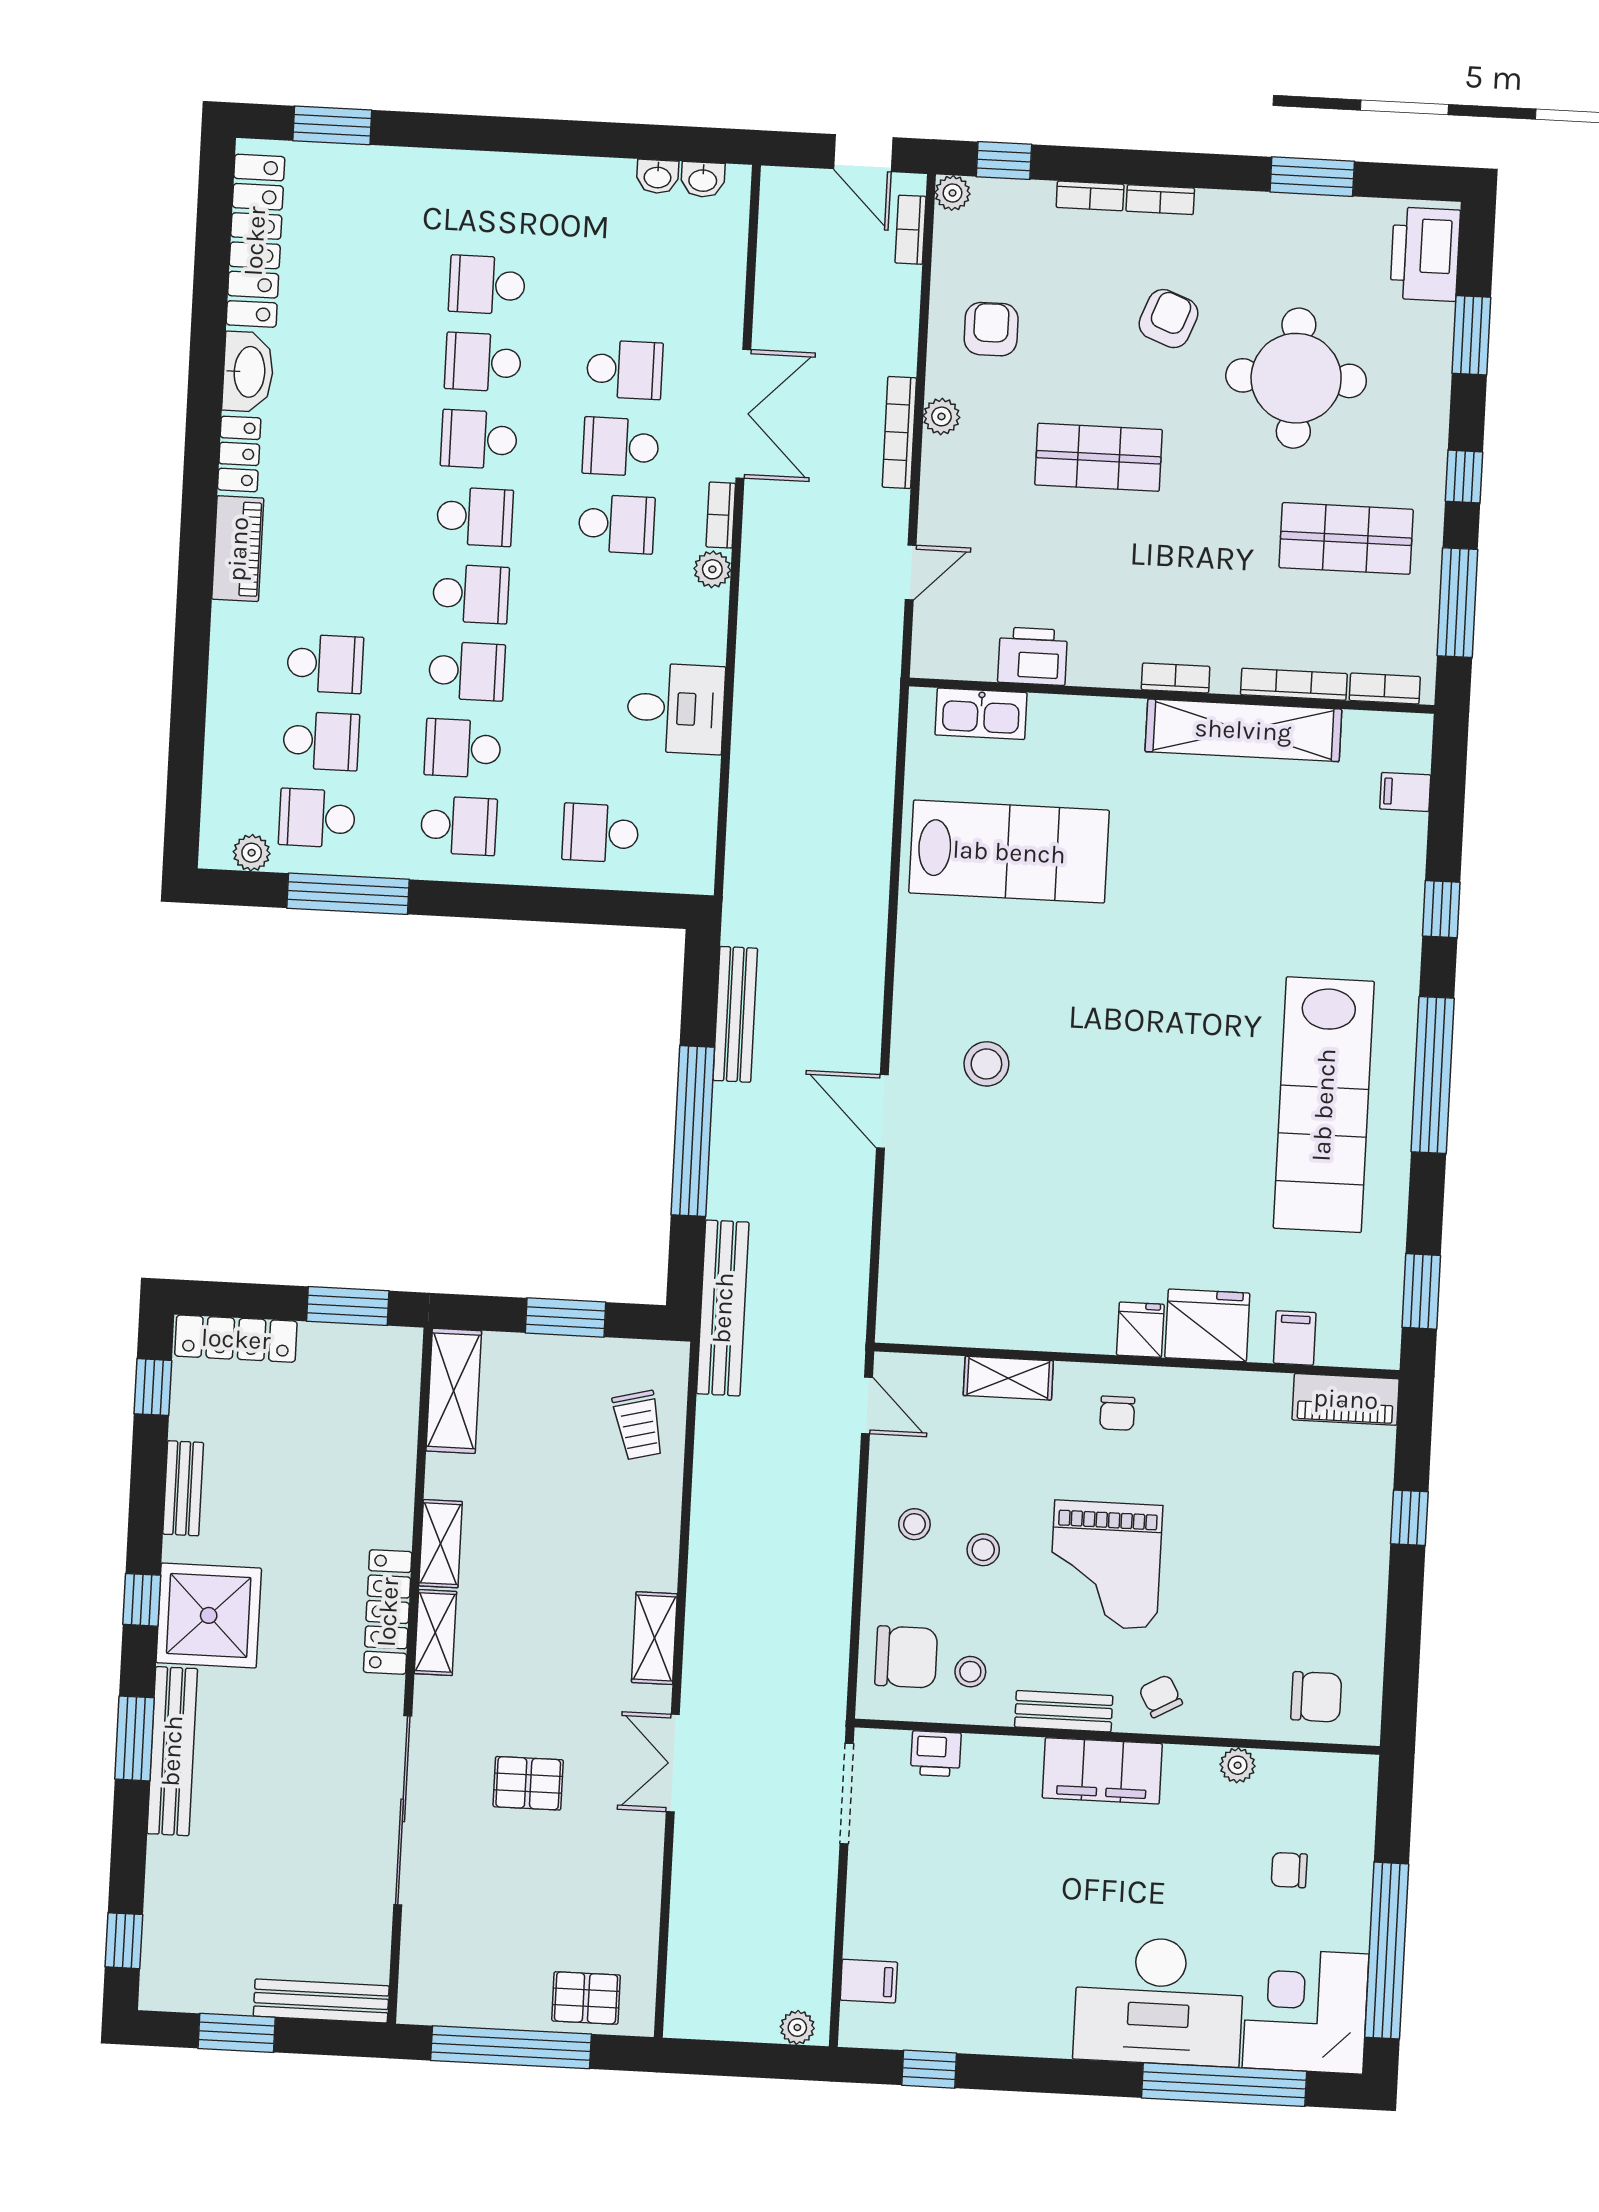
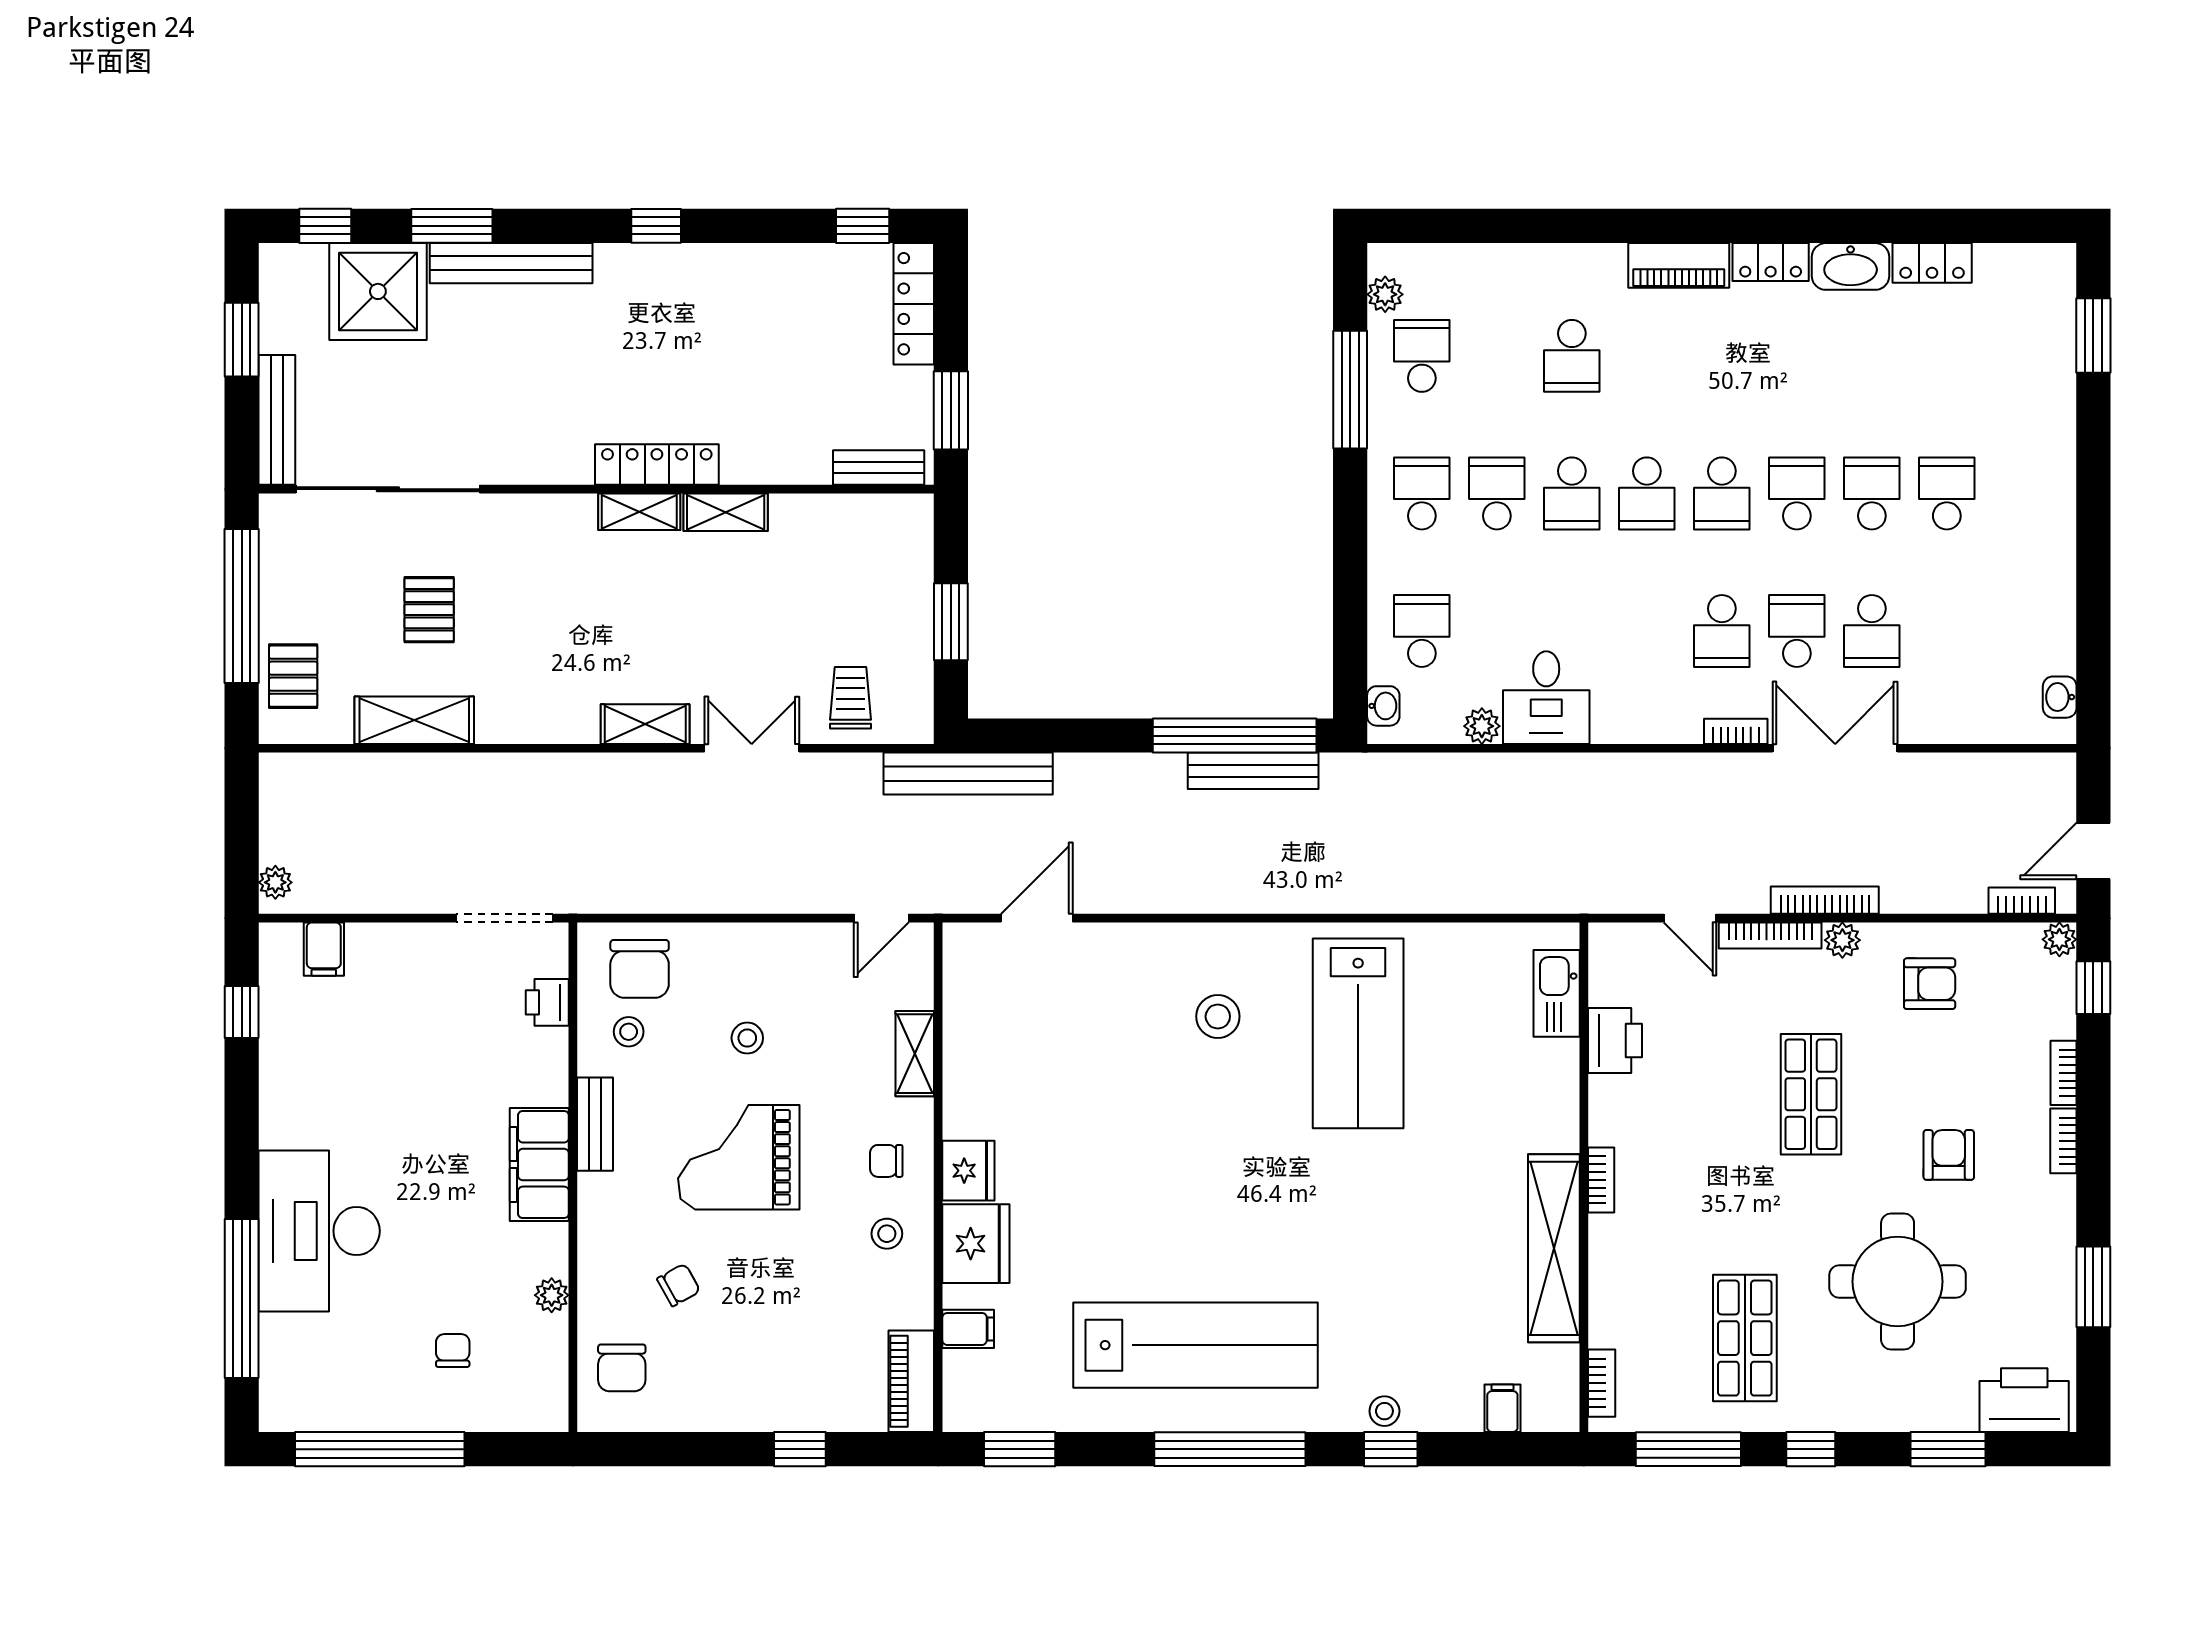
washbasin: (658, 177) -> (1383, 706), moved, turned 180
locker: (255, 241) -> (1932, 263), width x0.46, depth x0.83
armchair: (1168, 319) -> (1949, 1155), turned -111
double door: (743, 414) -> (1835, 748), swing flipped
plant: (712, 569) -> (1482, 726), moved
bookcase: (1294, 684) -> (1770, 935), moved, turned 90
school desk: (321, 741) -> (1497, 356), removed
school desk: (459, 826) -> (1422, 493), turned 180
lab bench: (1009, 852) -> (1358, 1033), moved
stool: (1402, 914) -> (1384, 1411), added
lab bench: (1324, 1105) -> (1195, 1345), turned 180
door: (882, 1111) -> (1037, 918), moved
window: (693, 1131) -> (1235, 736), moved
fridge: (1140, 1330) -> (968, 1171), width x1.38
shelving: (454, 1391) -> (414, 720), moved
trolley: (638, 1425) -> (850, 698), turned 104
bench: (183, 1488) -> (879, 468), moved
stool: (914, 1524) -> (887, 1234), moved
shower: (209, 1615) -> (378, 291), moved
chair: (1161, 1696) -> (679, 1285), moved
window: (134, 1738) -> (452, 226), moved
double door: (673, 1763) -> (752, 748), moved
pallet: (528, 1783) -> (429, 610), moved
sliding door: (403, 1810) -> (388, 489), moved
corner desk: (1306, 2011) -> (317, 1374), removed

